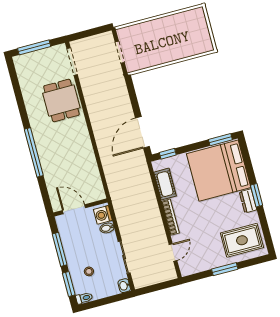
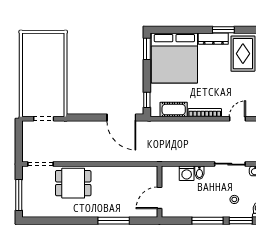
window: (34, 152) -> (114, 221), width x0.68
window: (256, 195) -> (223, 30), moved
dresser: (248, 201) -> (213, 39), width x1.44
wall: (80, 208) -> (159, 192), moved
door: (74, 209) -> (159, 198), moved
door: (173, 252) -> (237, 119), hinge flipped

